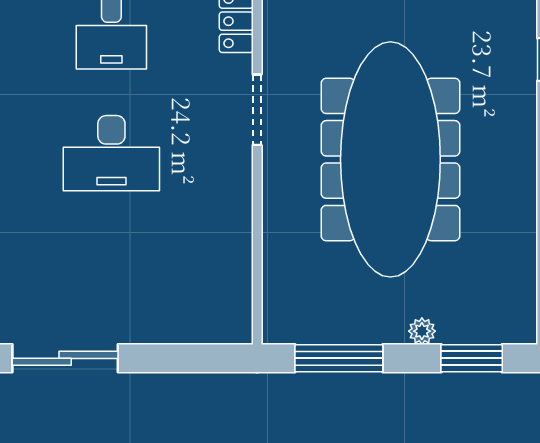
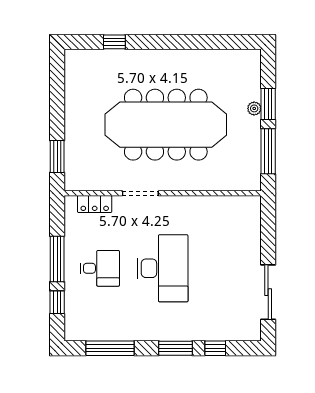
desk: (111, 153) -> (163, 268), width x1.36, depth x1.30
window: (472, 358) -> (268, 104), moved

